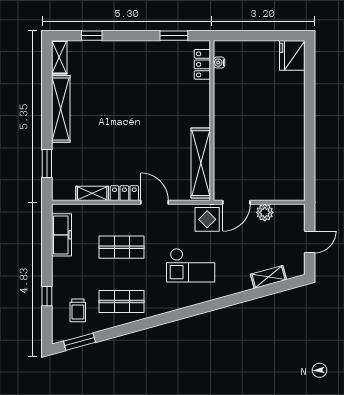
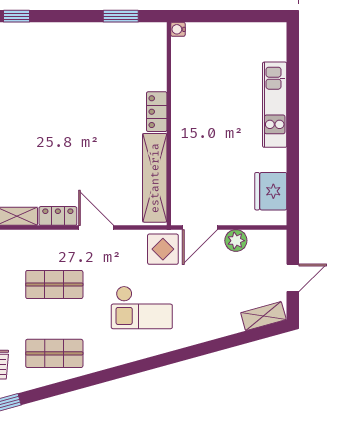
fridge: (292, 56) -> (271, 191), moved
water cooler: (219, 63) -> (178, 29), moved
locker: (202, 64) -> (157, 112), moved
kitchen unit: (295, 105) -> (275, 105), added
shelving: (269, 277) -> (263, 316), moved

